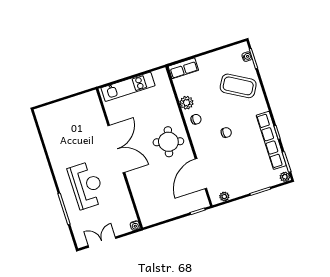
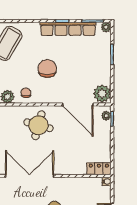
chair: (226, 133) -> (47, 69), width x1.87, depth x1.87
plant: (224, 196) -> (102, 94), width x1.87, depth x1.87
plant: (199, 205) -> (106, 116), added
locker: (145, 214) -> (99, 169), added

